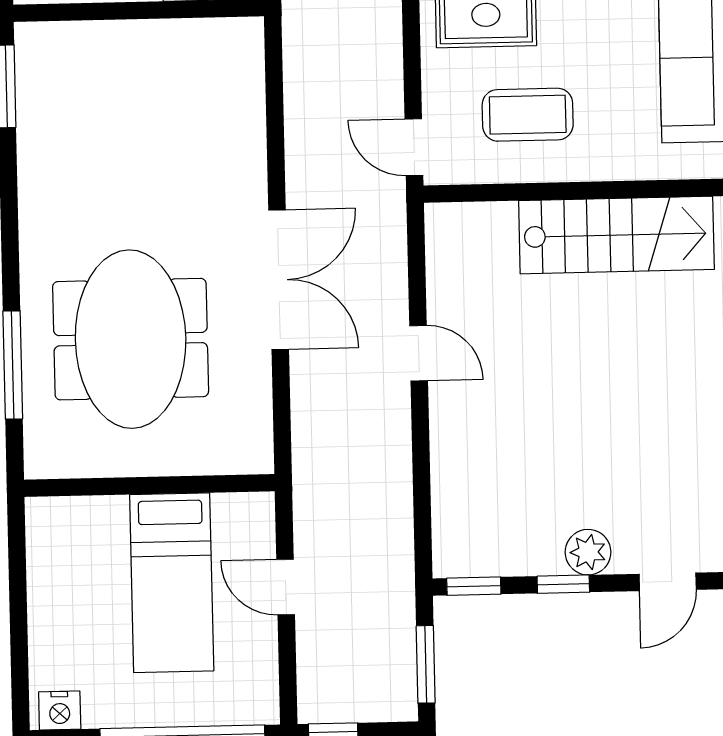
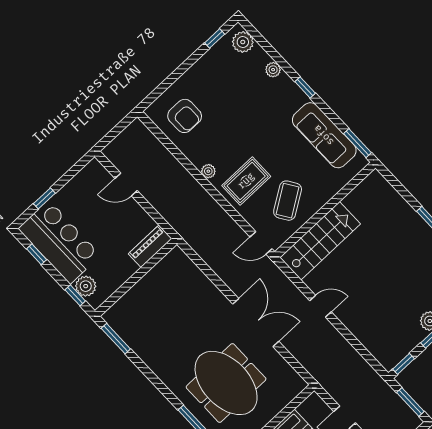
coffee table: (528, 115) -> (288, 201), turned -33
stairs: (616, 235) -> (320, 241), moved

